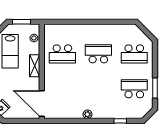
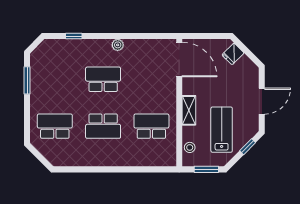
school desk: (134, 89) -> (103, 79), moved, turned 180

